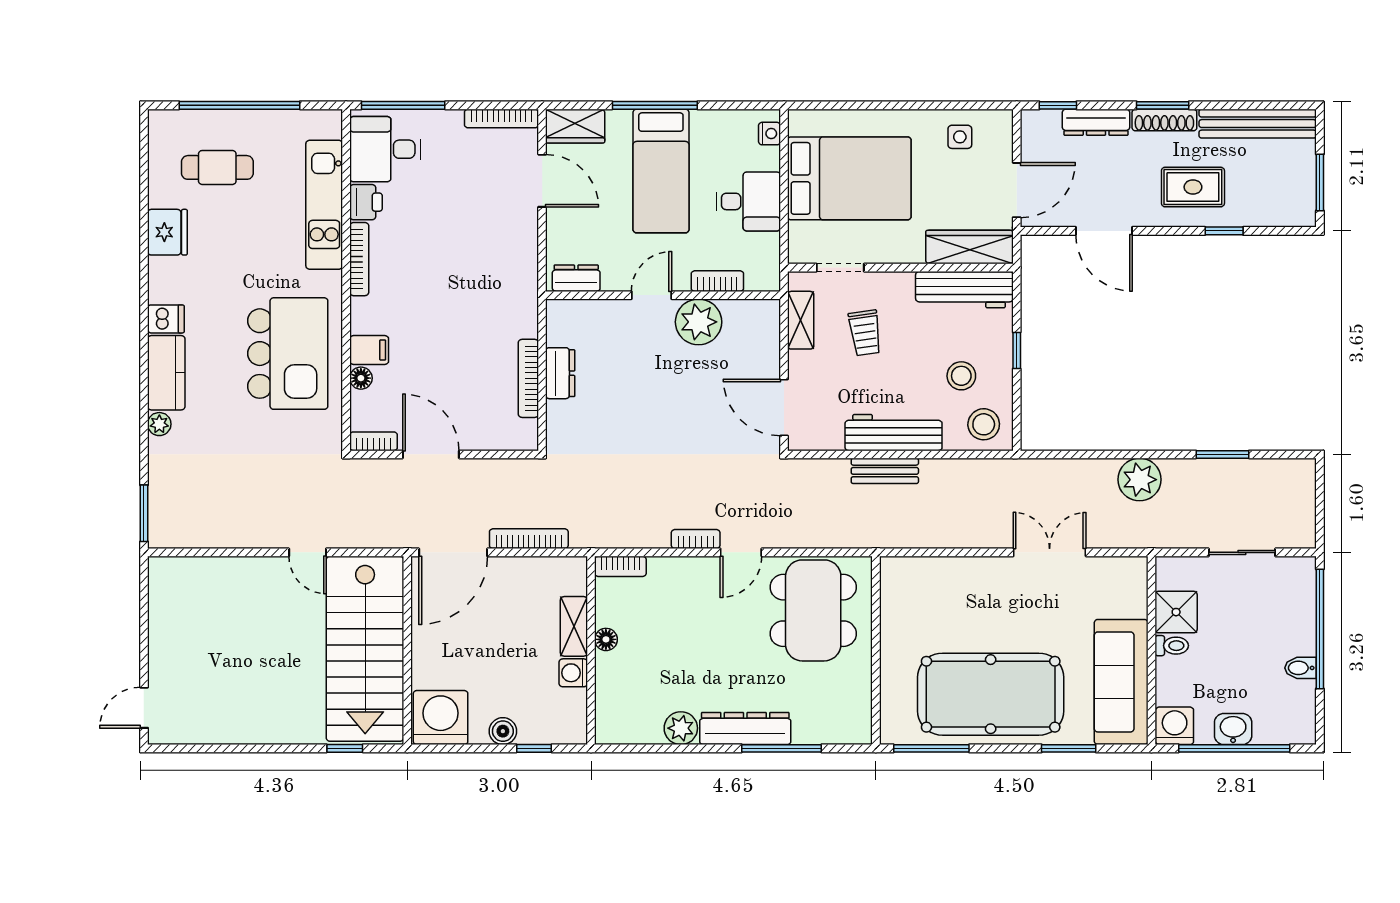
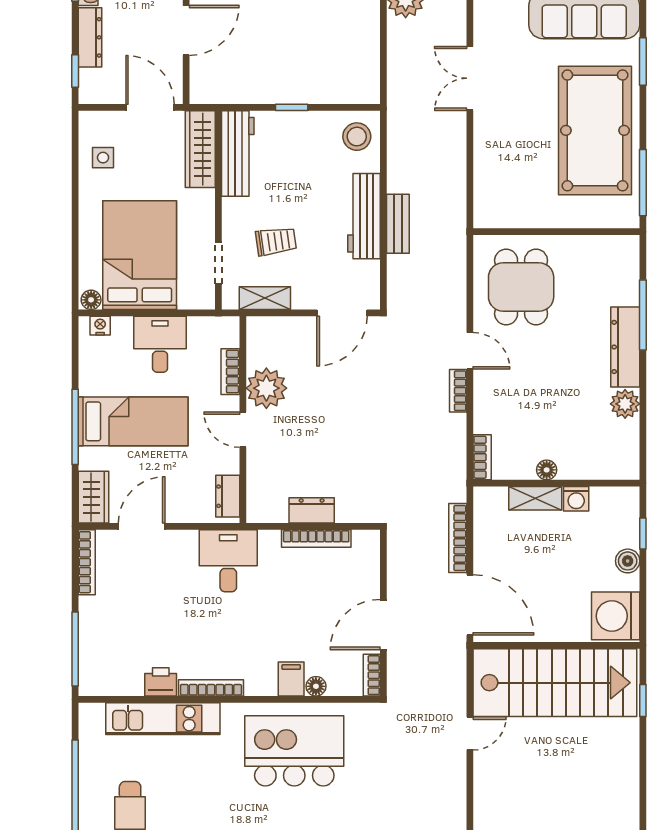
floor lamp: (799, 123) -> (91, 300), added
desk: (385, 149) -> (228, 561), moved, turned 180
stool: (961, 376) -> (314, 156), removed
dining table: (813, 610) -> (521, 287), width x0.73

